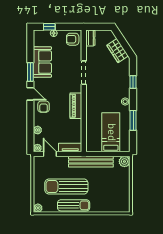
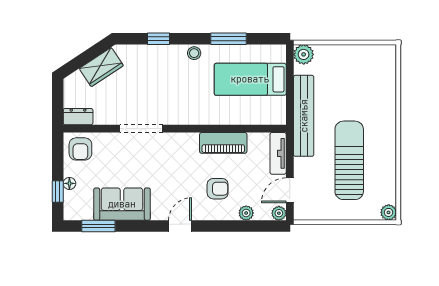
window: (30, 72) -> (98, 226), moved
piano: (76, 106) -> (223, 143), moved
armchair: (44, 107) -> (218, 189), moved
sun lounger: (66, 186) -> (349, 160), turned 180
sun lounger: (74, 205) -> (384, 147), removed

